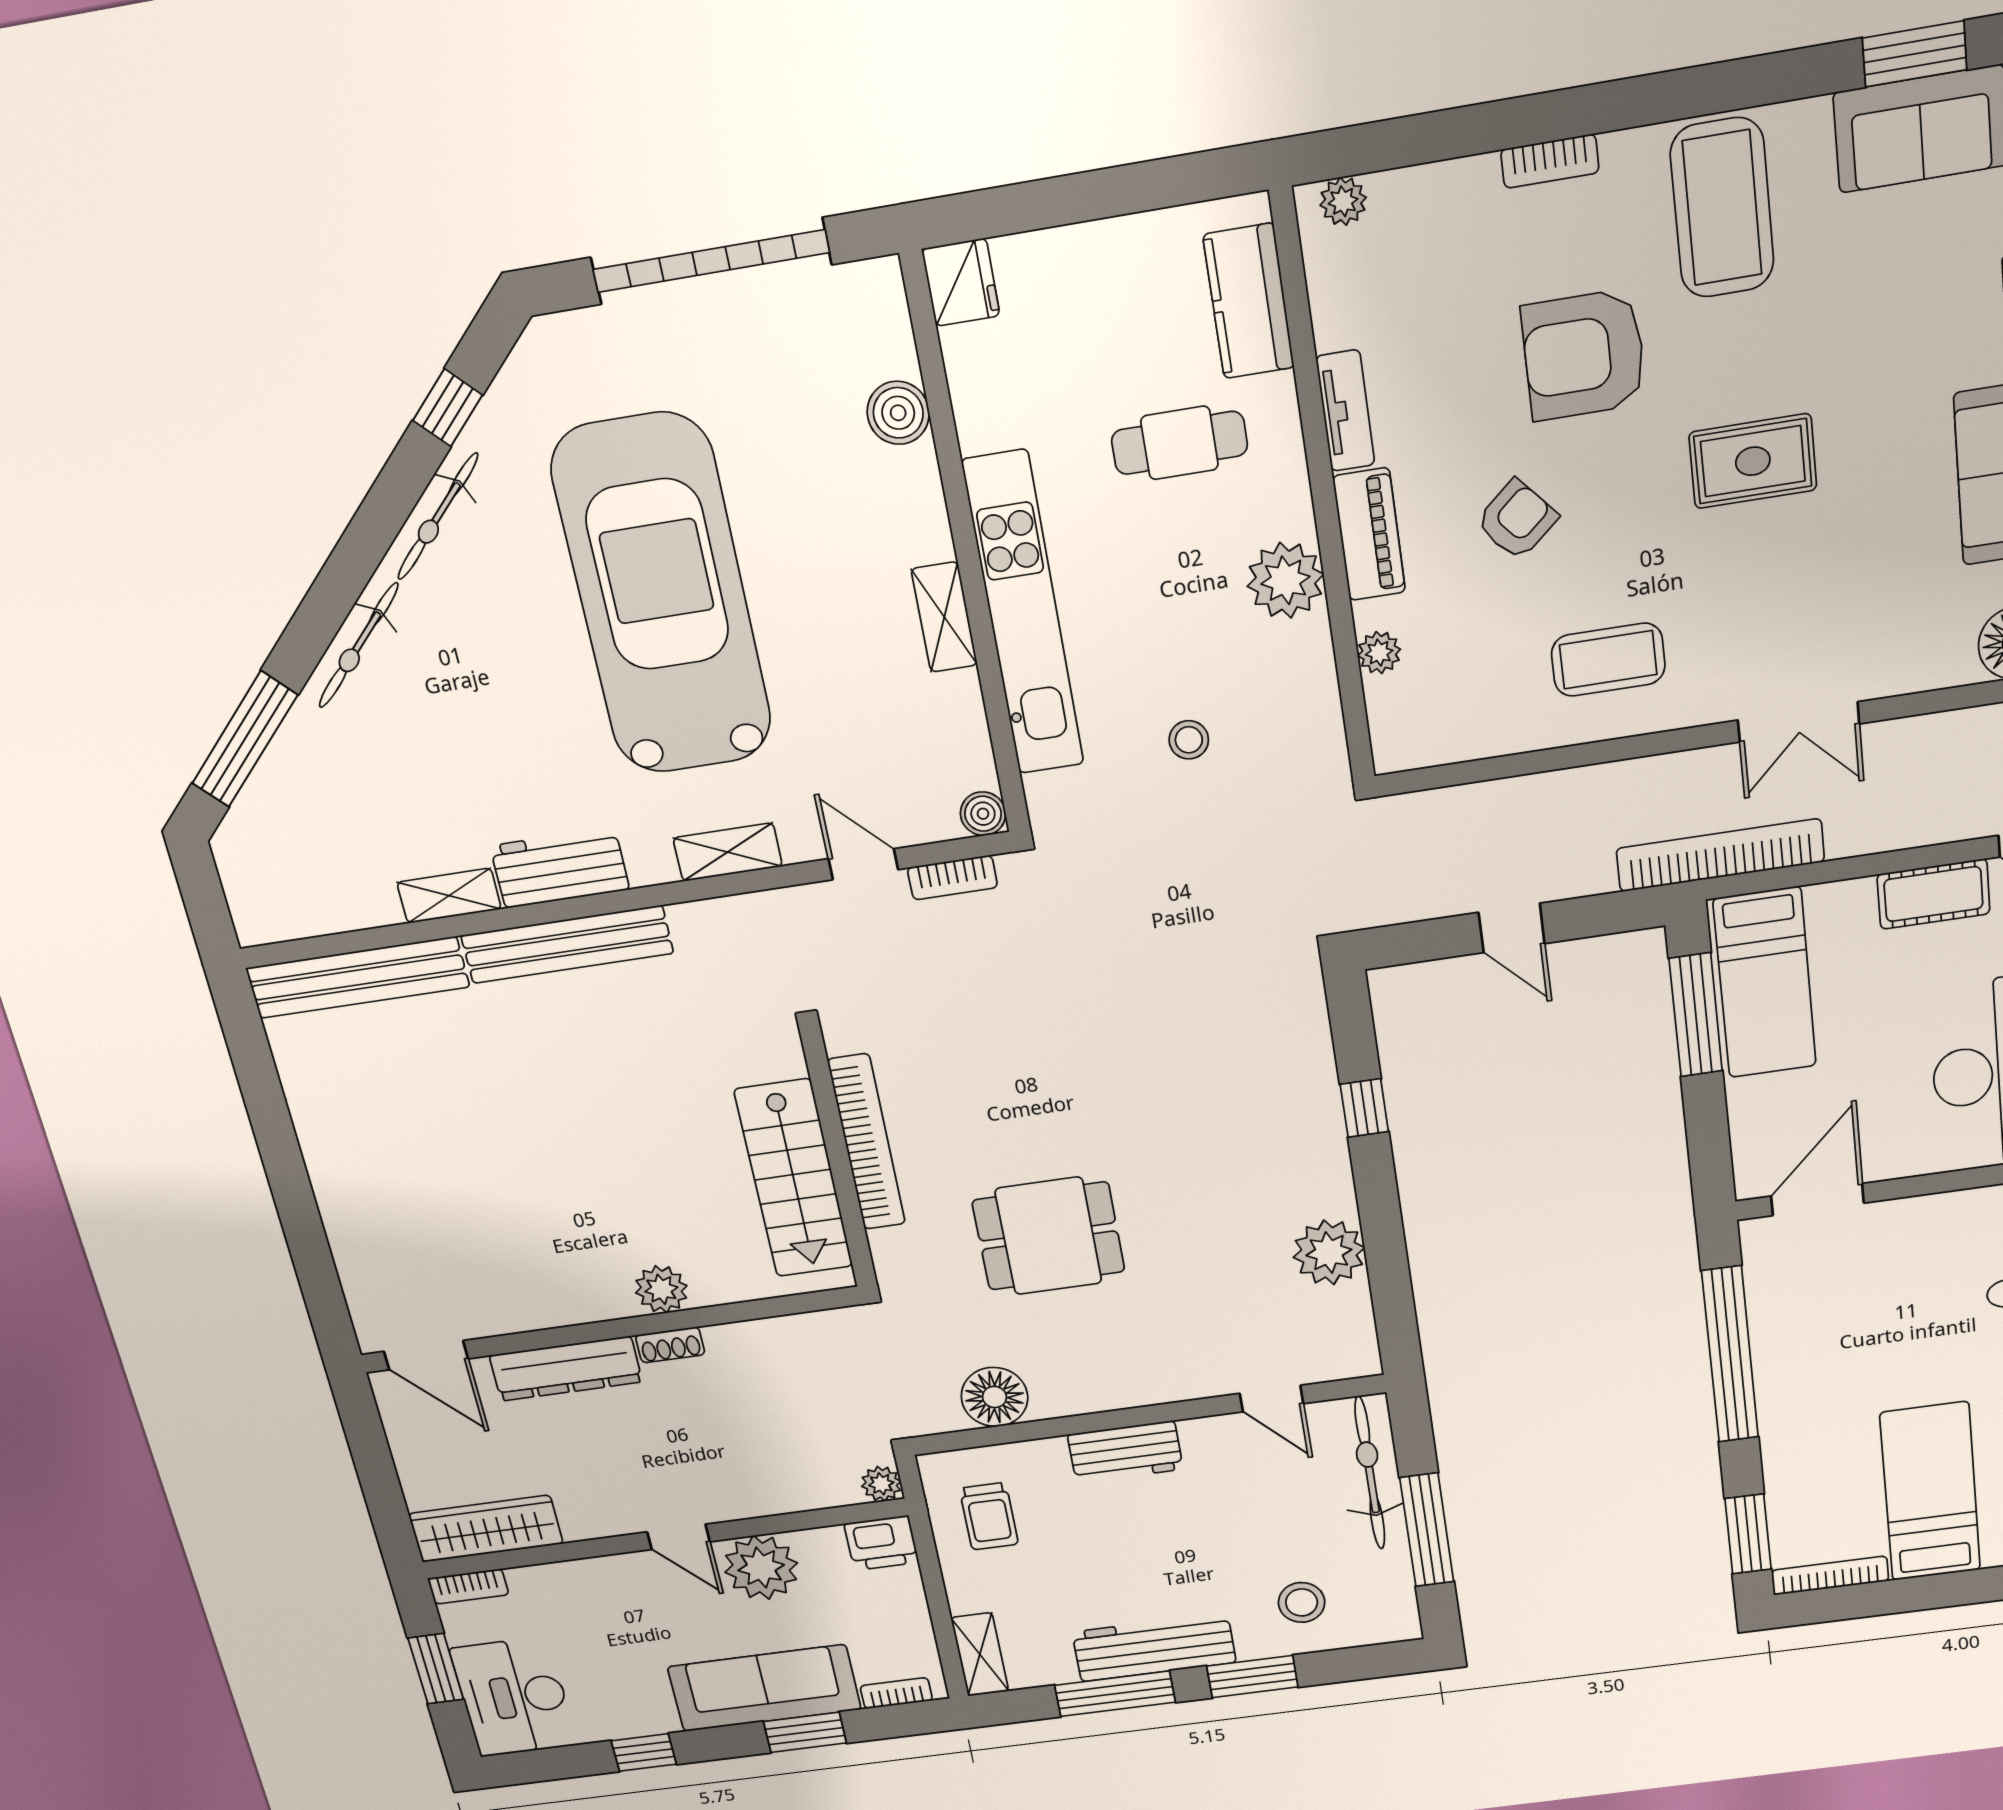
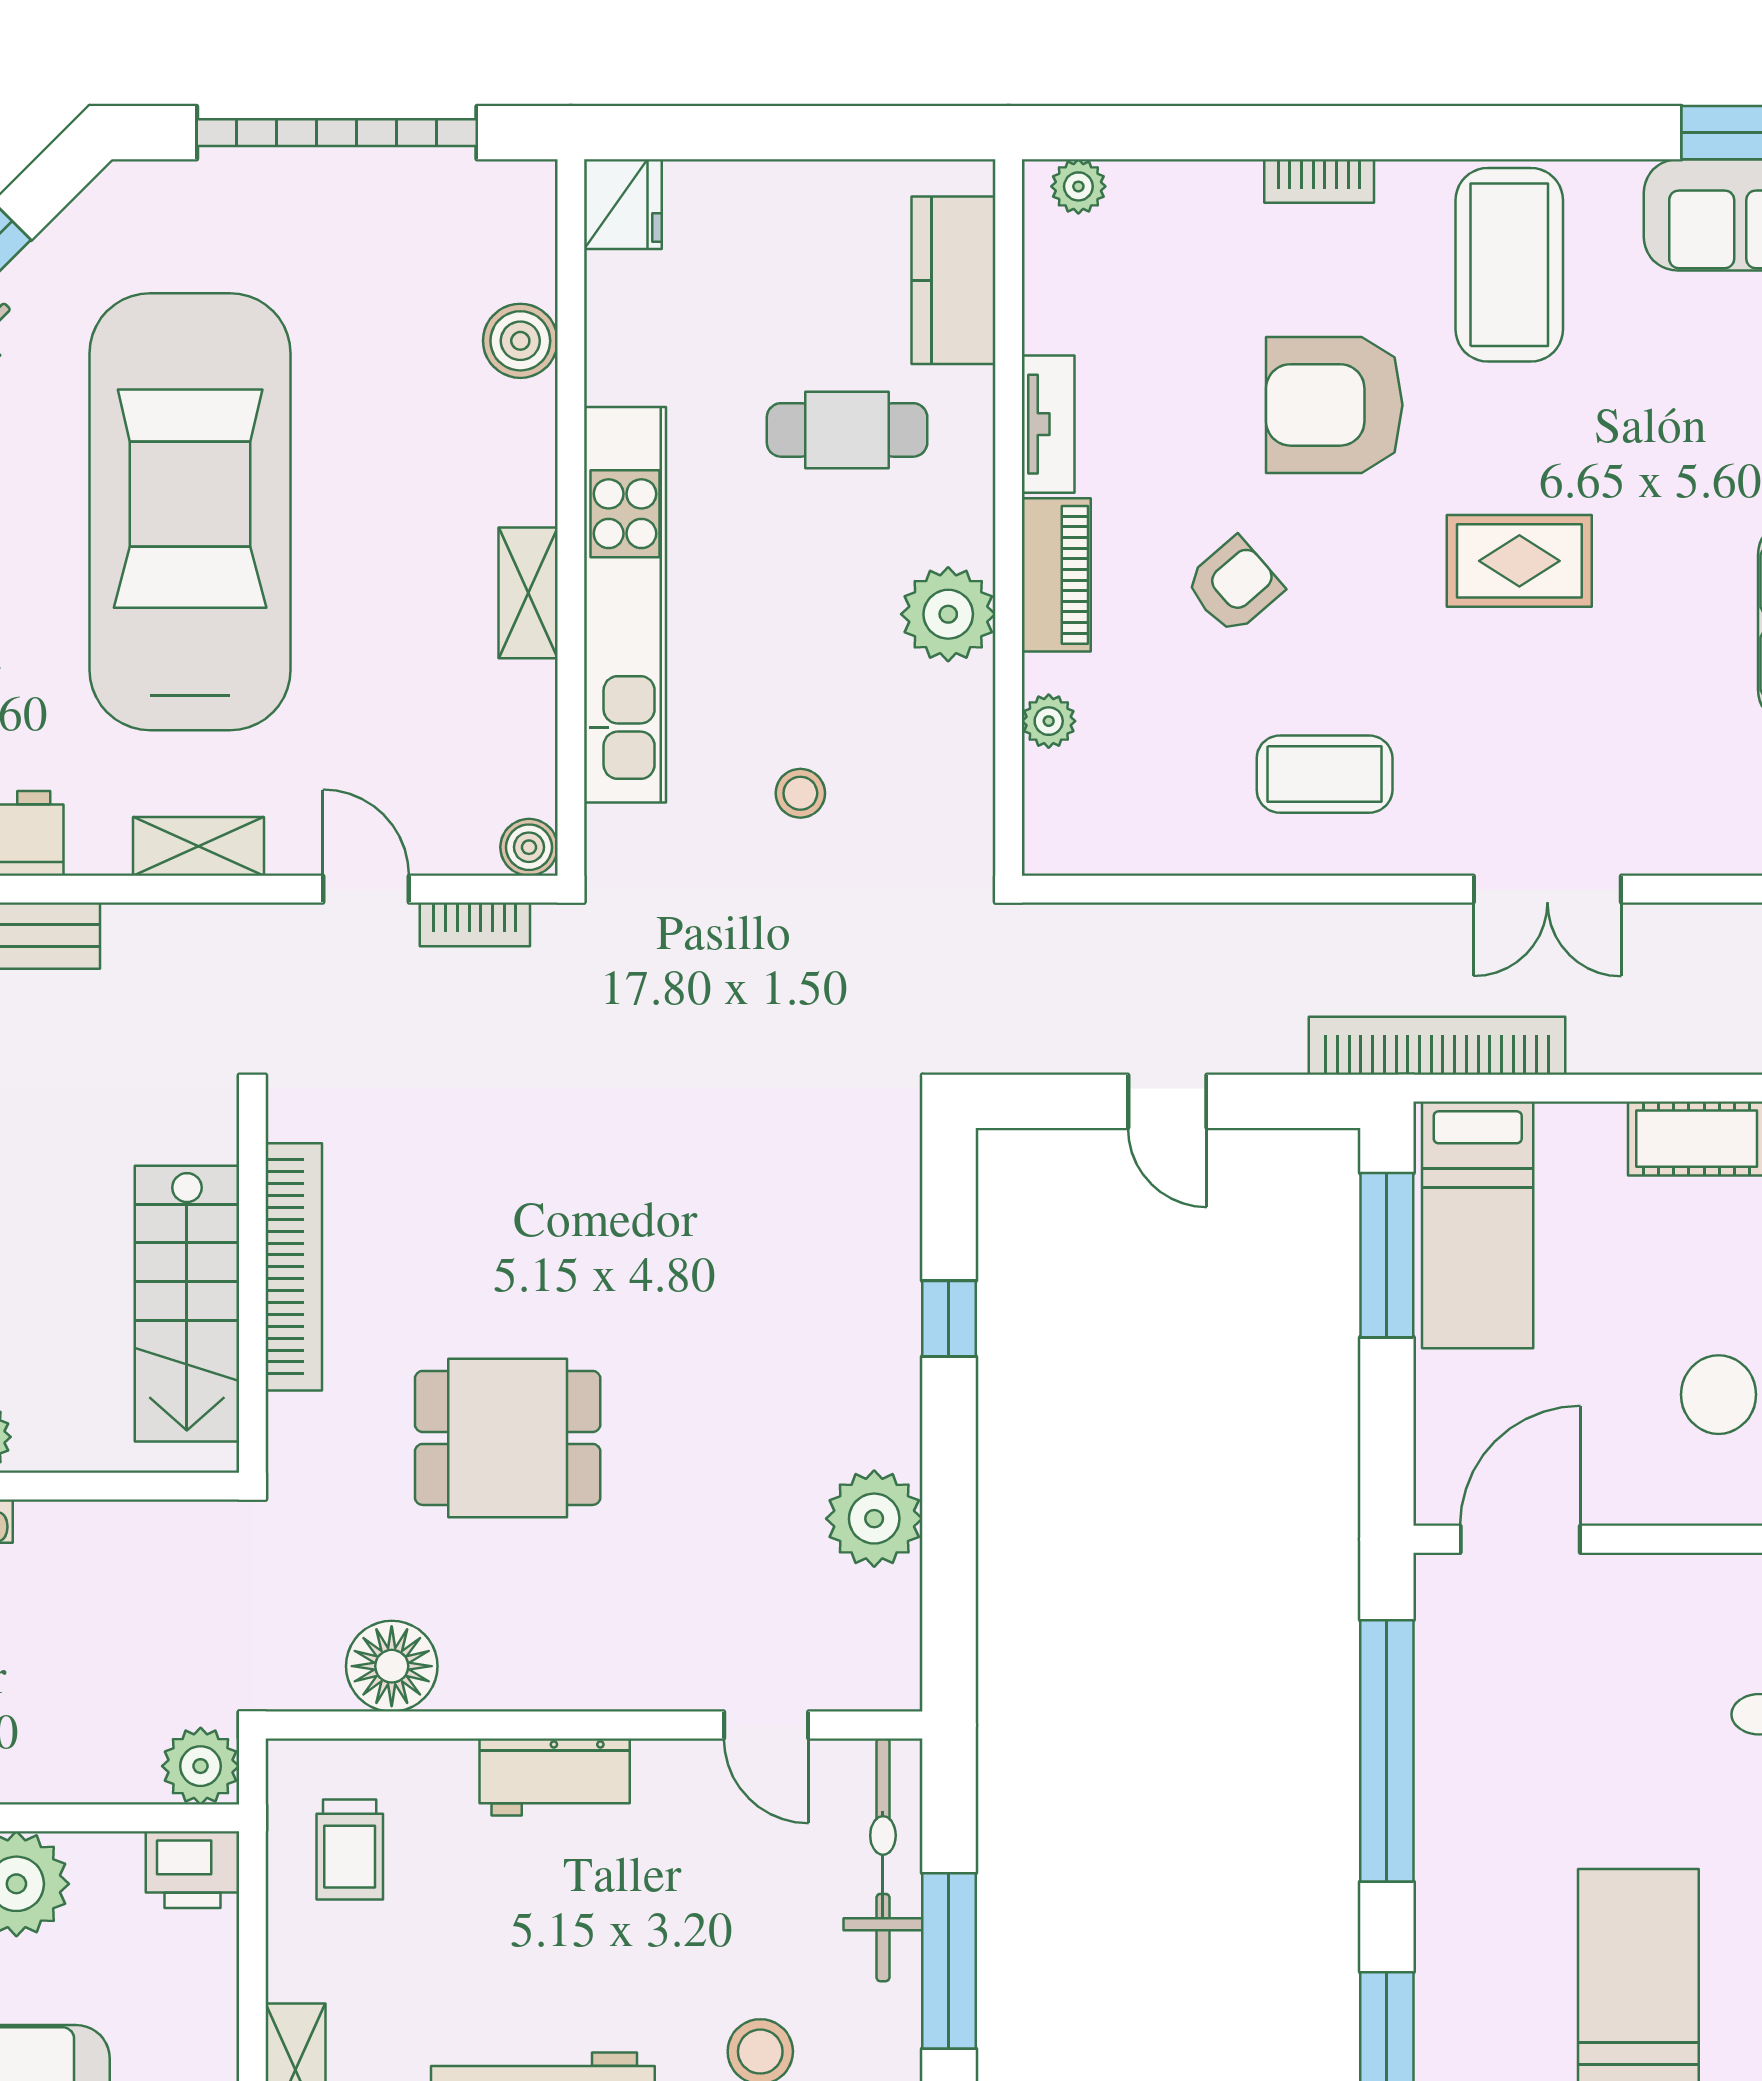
plant: (881, 1484) -> (201, 1766), width x1.38, depth x1.38

